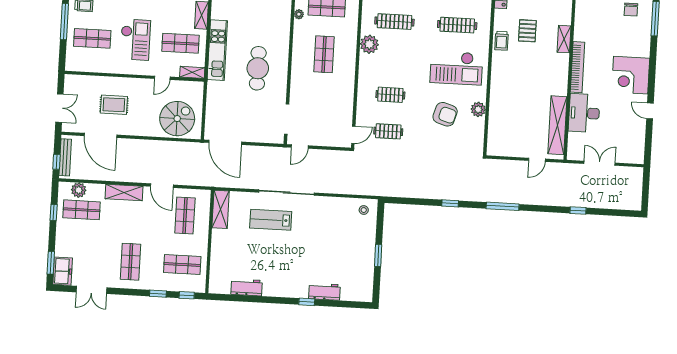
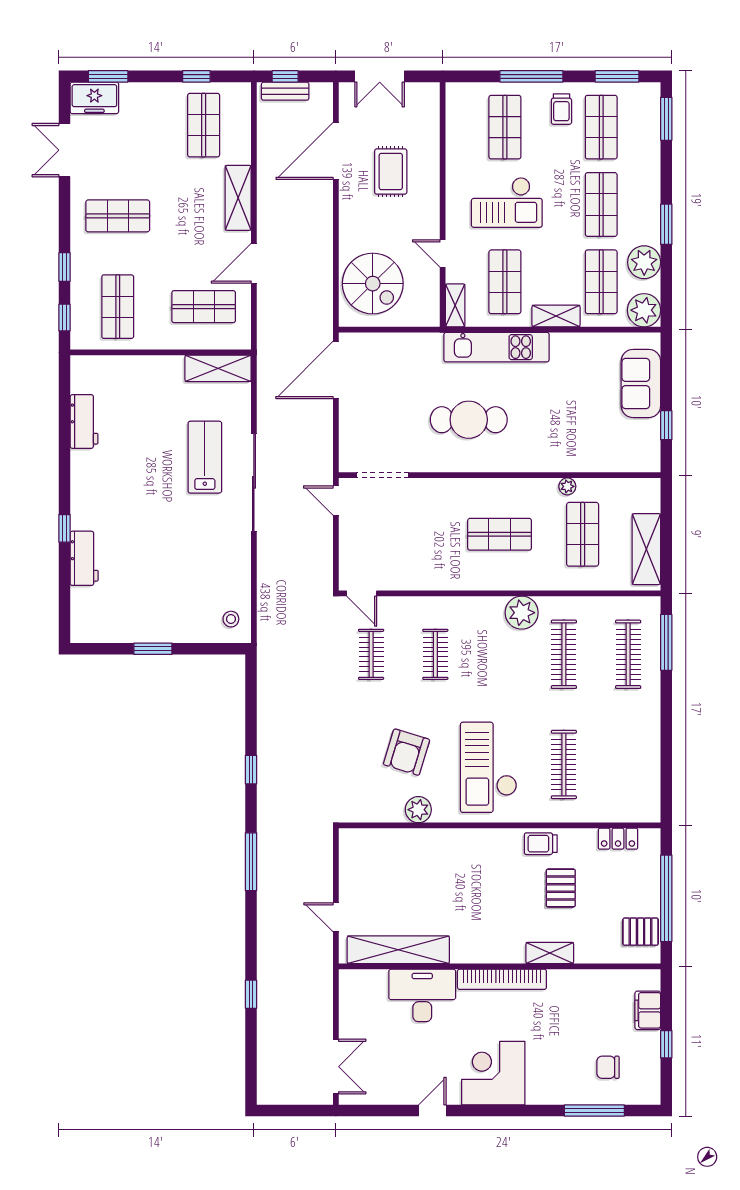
pallet: (527, 31) -> (561, 888), turned 90
bench: (65, 157) -> (285, 91), width x0.73
double door: (600, 163) -> (336, 1067), moved
plant: (79, 190) -> (238, 118), removed

